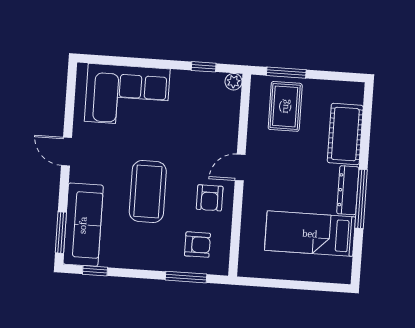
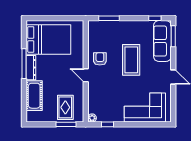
door: (240, 168) -> (86, 75), swing flipped
bed: (310, 234) -> (48, 39), width x1.50
armchair: (197, 245) -> (104, 35), removed

